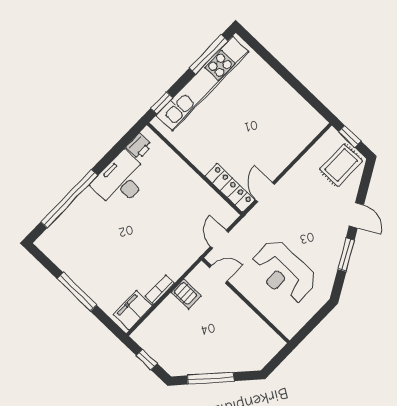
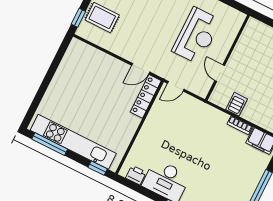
door: (219, 239) -> (176, 86), moved
door: (218, 274) -> (220, 73), moved

